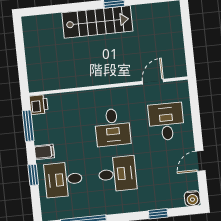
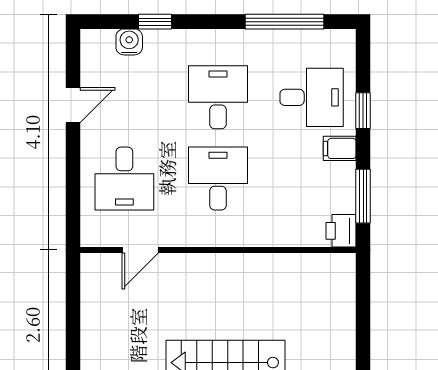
desk: (117, 174) -> (218, 97), turned 90
water cooler: (192, 198) -> (129, 42), moved

